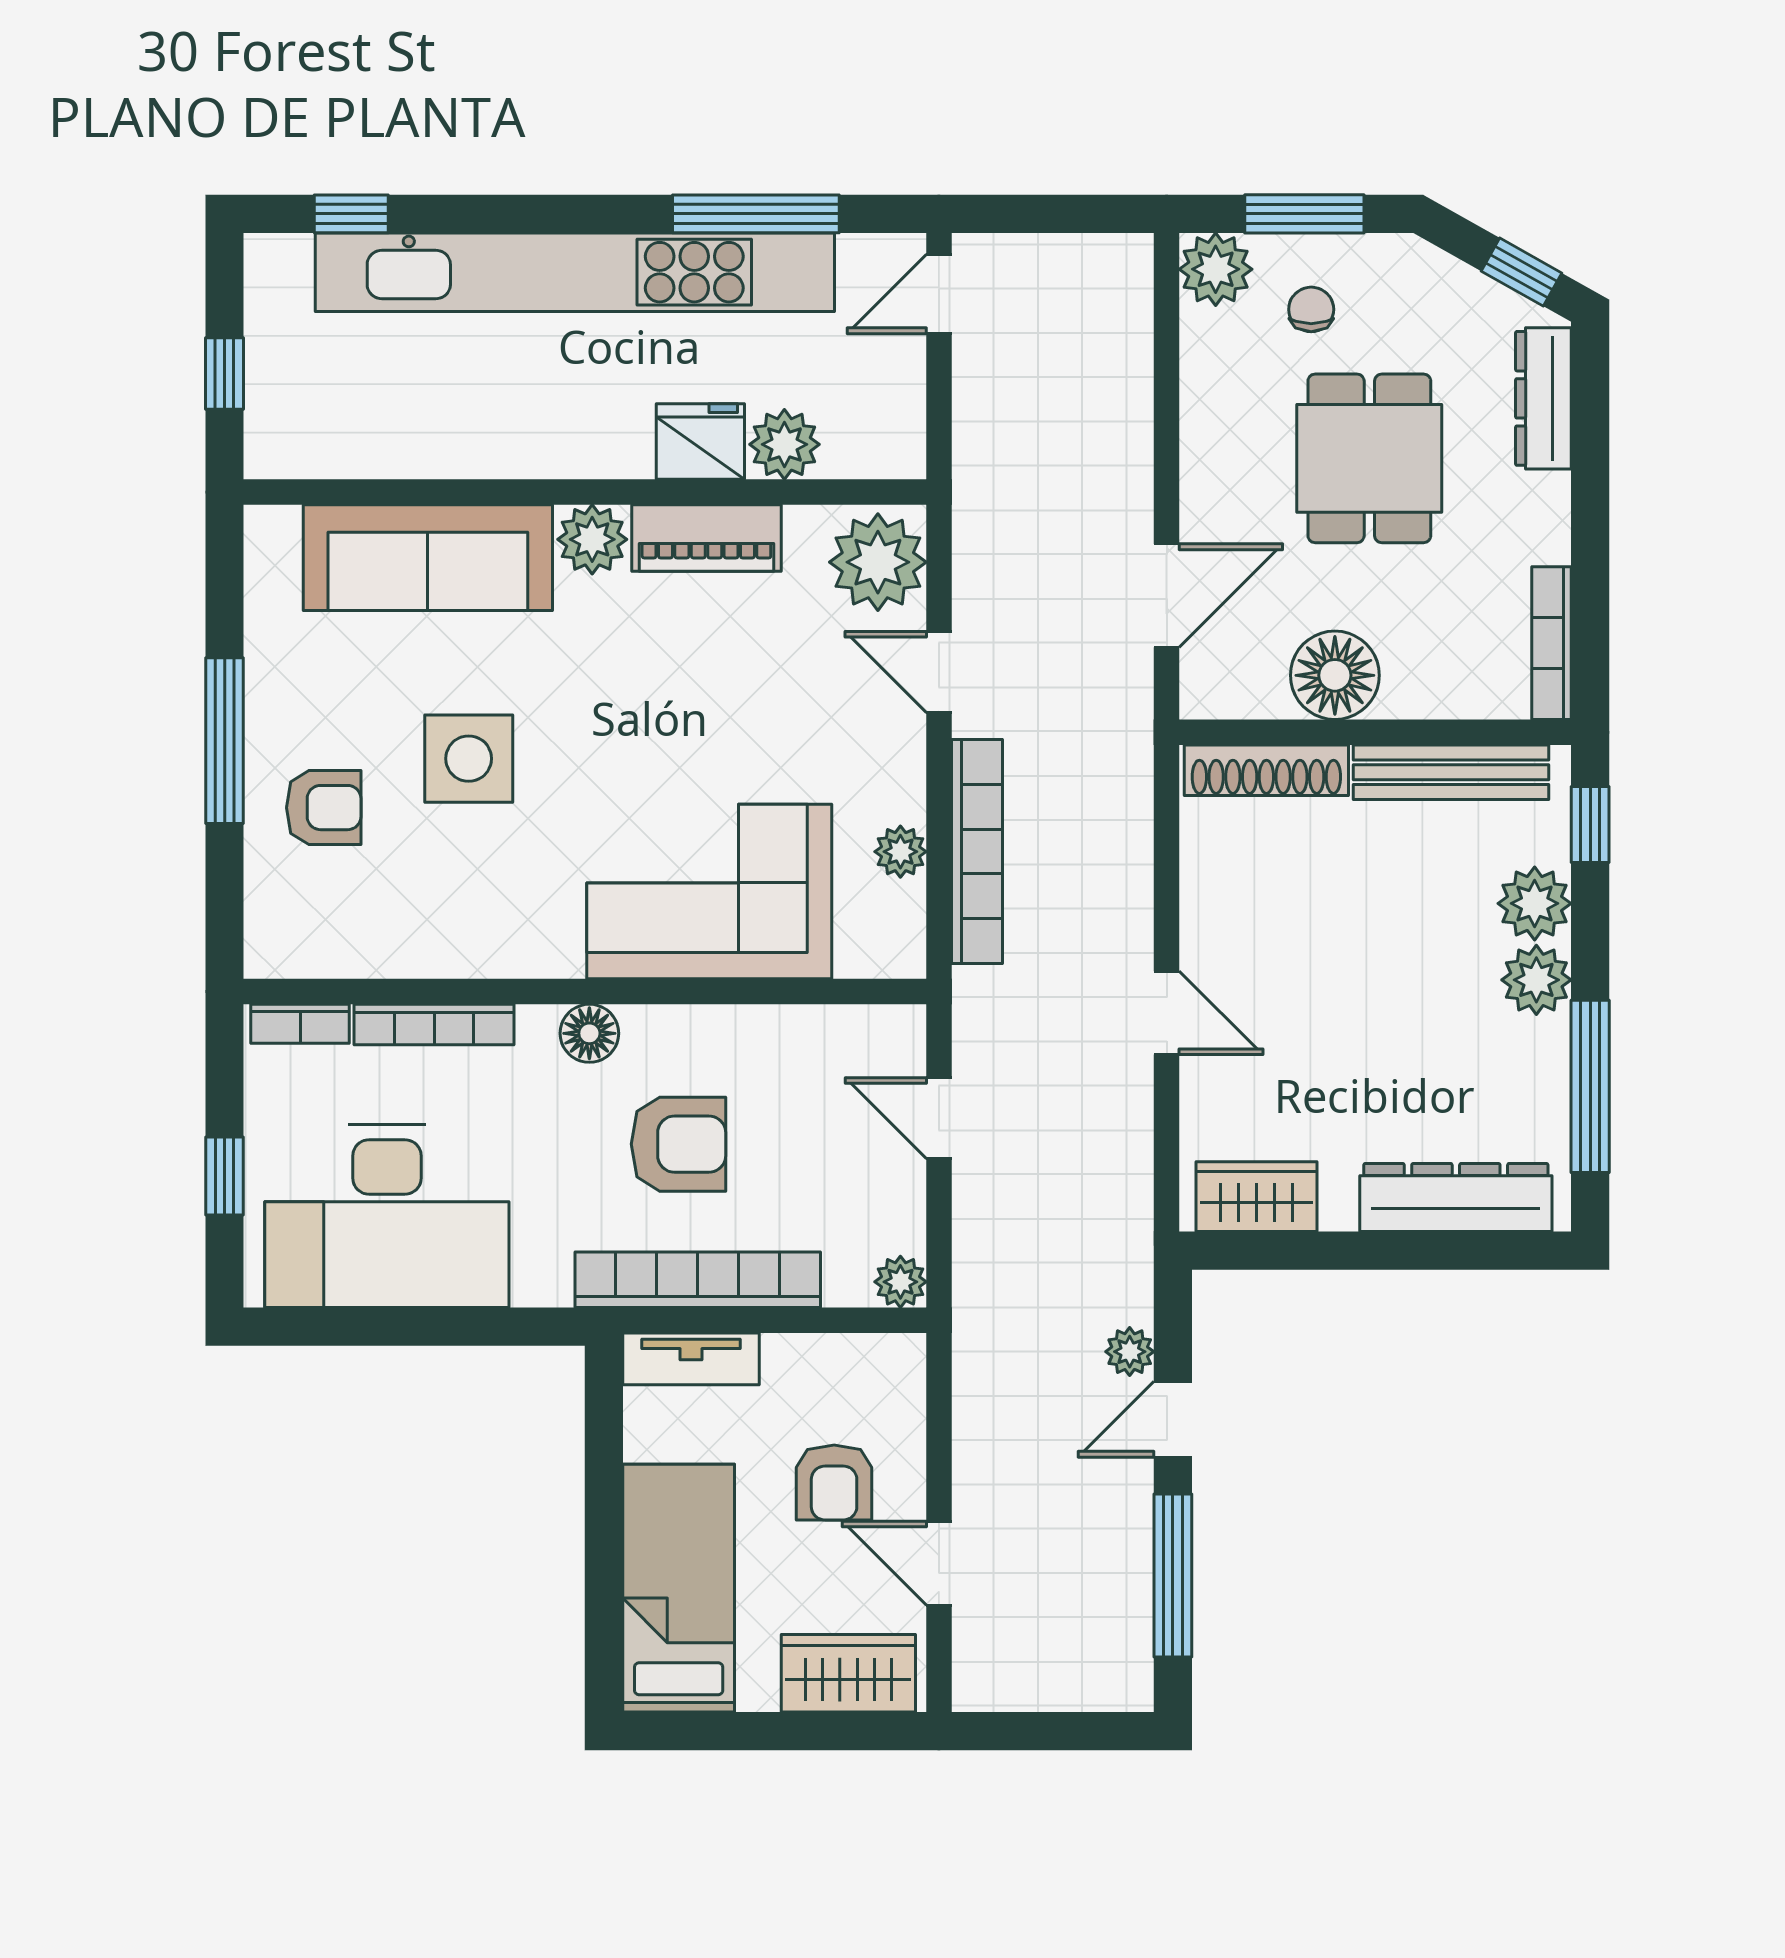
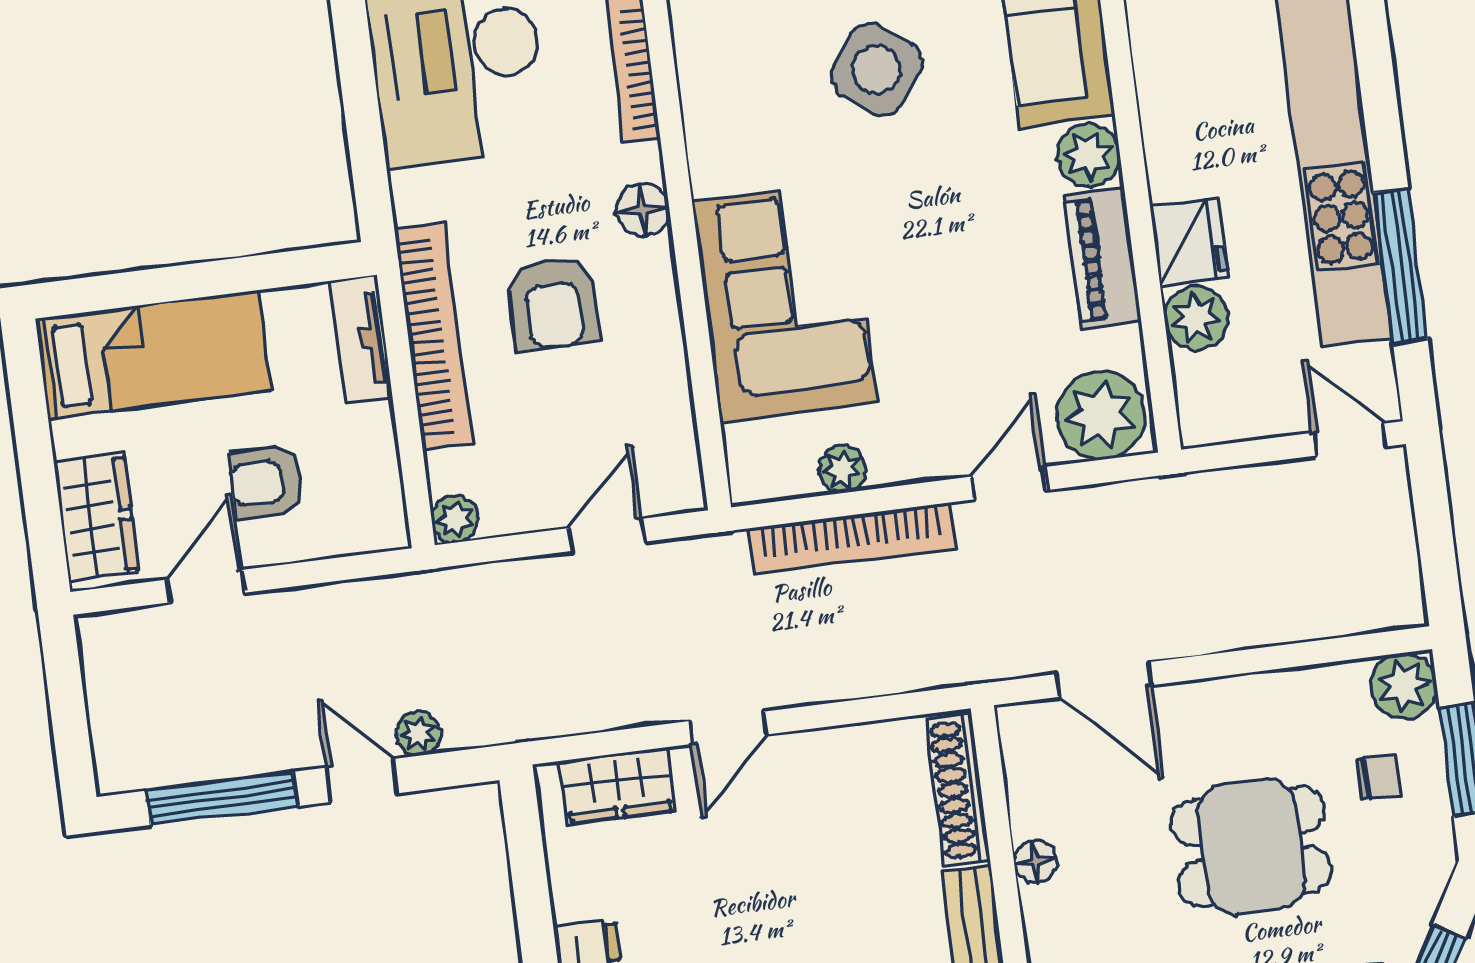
floor lamp: (1335, 675) -> (1035, 862), width x0.53, depth x0.53
side table: (469, 759) -> (877, 70), turned 36
wardrobe: (1256, 1197) -> (617, 786), moved, turned 90

